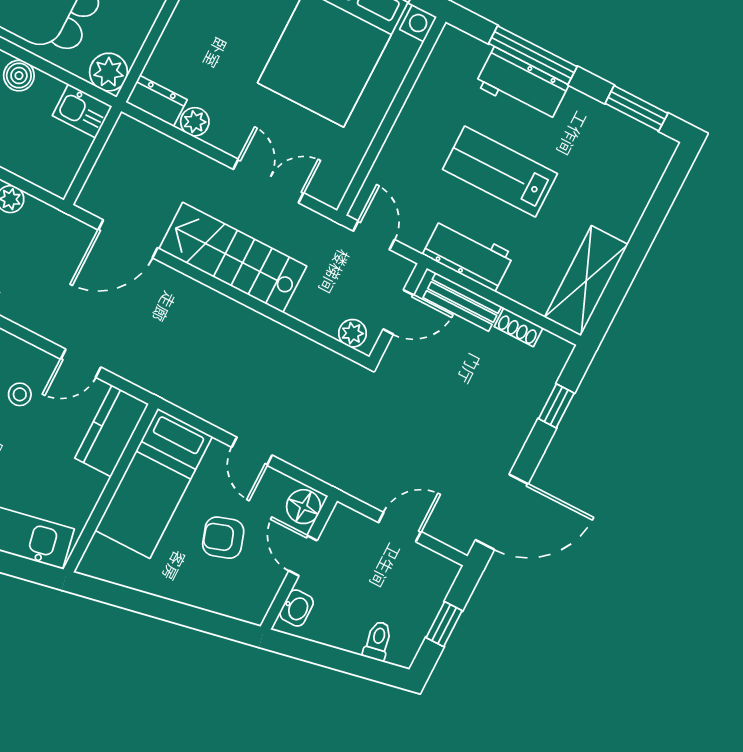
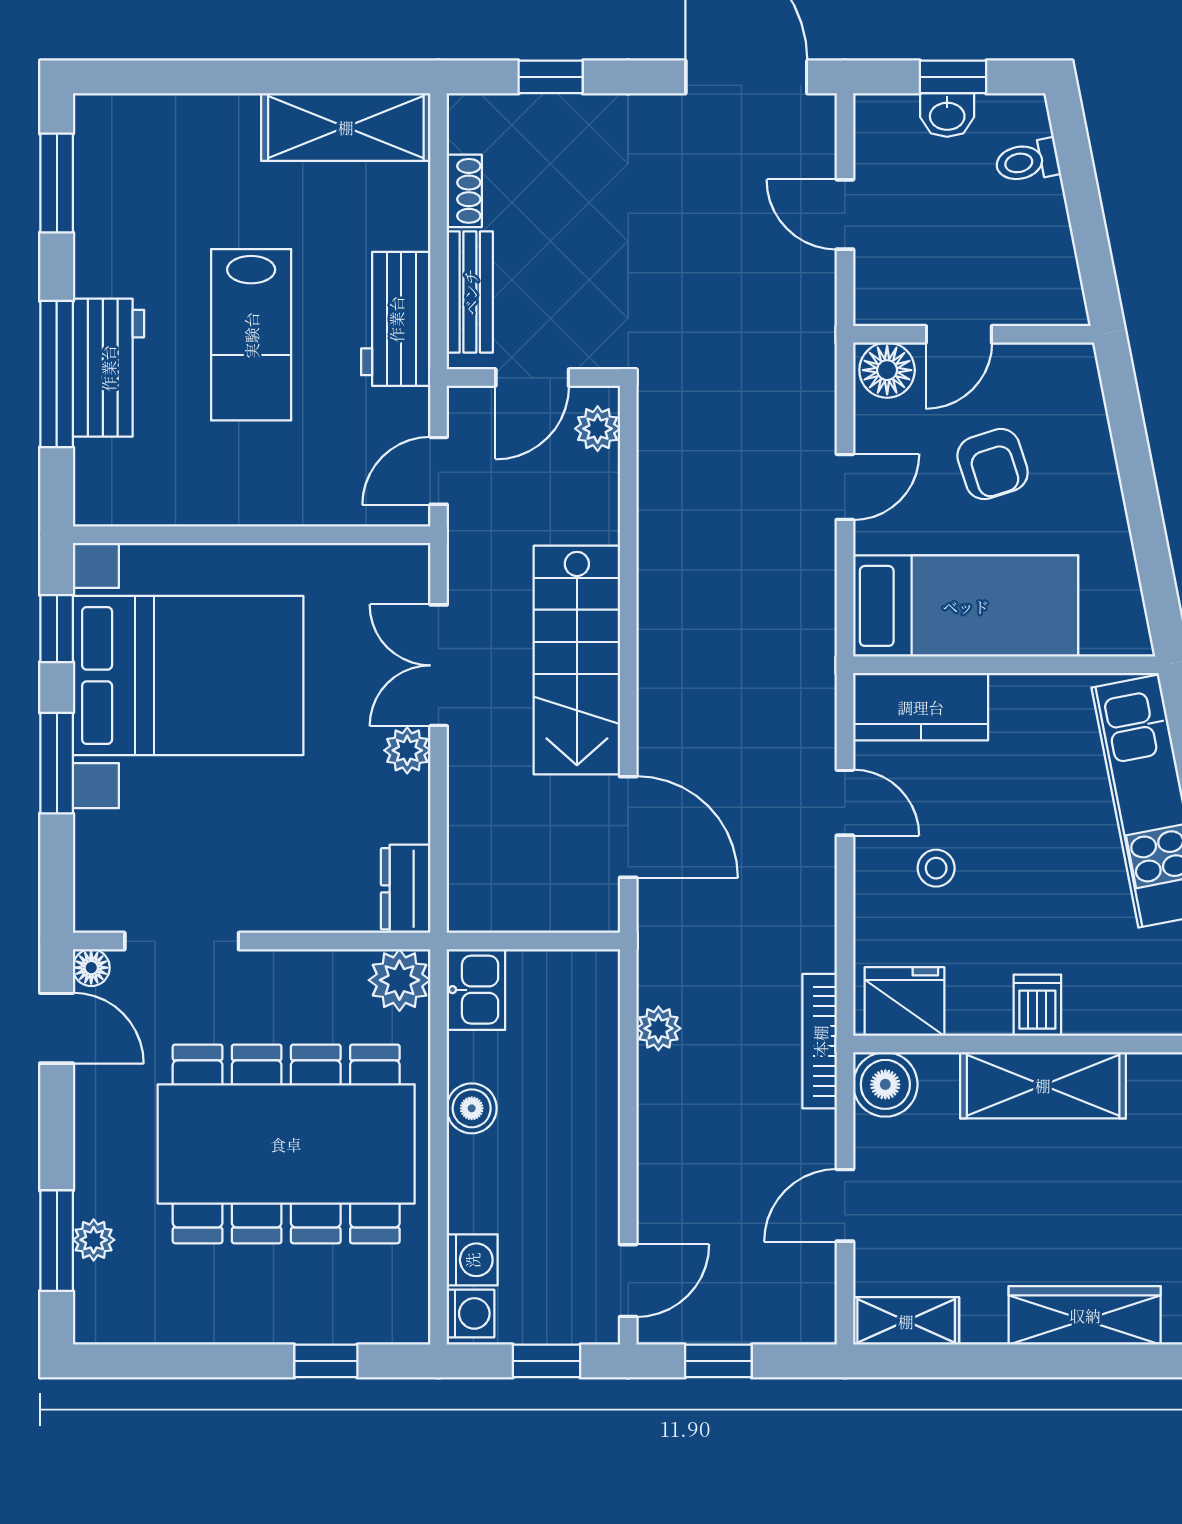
plant: (195, 122) -> (407, 750), moved
door: (398, 312) -> (532, 378), swing flipped
washbasin: (297, 608) -> (947, 115), moved, turned 180

